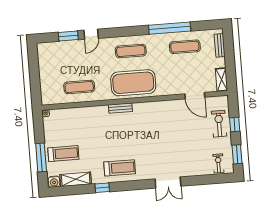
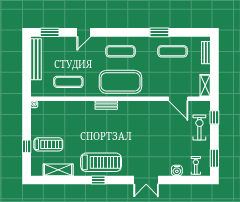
window: (170, 28) -> (159, 32), width x0.47
window: (68, 36) -> (50, 32), moved
bench: (44, 66) -> (36, 59), added
window: (235, 125) -> (214, 117), moved
window: (41, 157) -> (27, 146), width x0.46
treadmill: (120, 168) -> (101, 162), width x1.37, depth x1.38
water cooler: (54, 182) -> (177, 170), moved
window: (102, 188) -> (98, 180), moved

